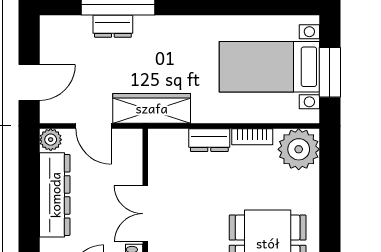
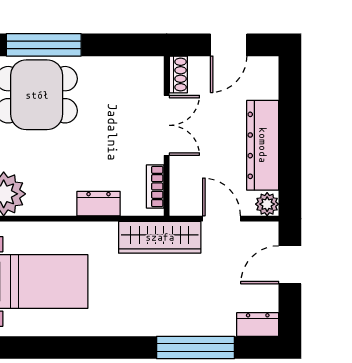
dresser: (113, 26) -> (258, 325), moved
bookcase: (252, 137) -> (155, 186), moved, turned -90

